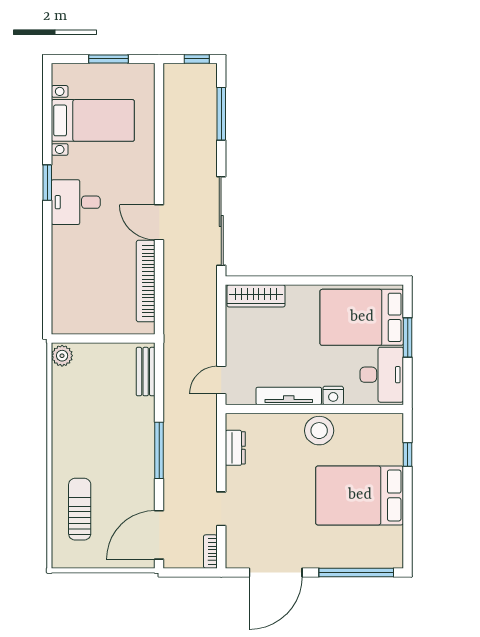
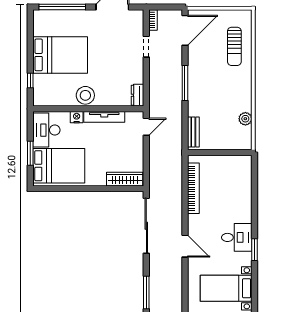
door: (159, 222) -> (185, 246), moved
plant: (62, 356) -> (245, 119), moved
dresser: (235, 448) -> (138, 95), moved

